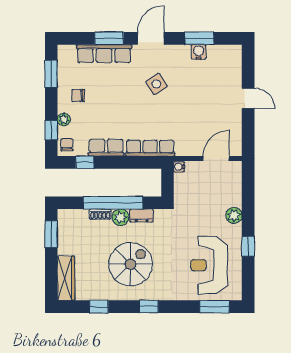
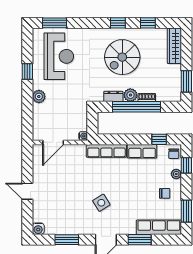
water cooler: (199, 52) -> (38, 229), moved
row of seats: (104, 54) -> (159, 227), moved
window: (149, 307) -> (118, 23), moved

